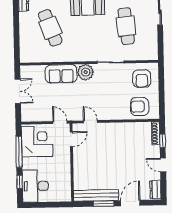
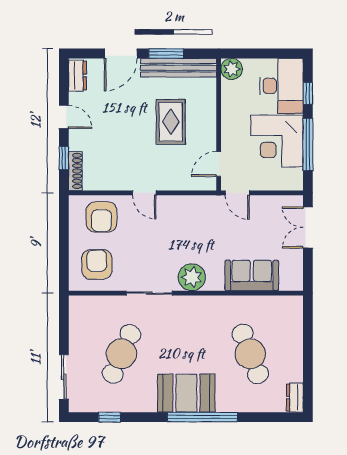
cafe table: (126, 26) -> (121, 354), turned 30
sofa: (61, 74) -> (252, 275), moved
double door: (18, 91) -> (308, 227), moved
armchair: (140, 106) -> (101, 217), turned 90
door: (90, 122) -> (144, 193), moved
corner desk: (37, 141) -> (277, 141), moved
rug: (100, 163) -> (171, 122), added
plant: (65, 195) -> (232, 69), added

